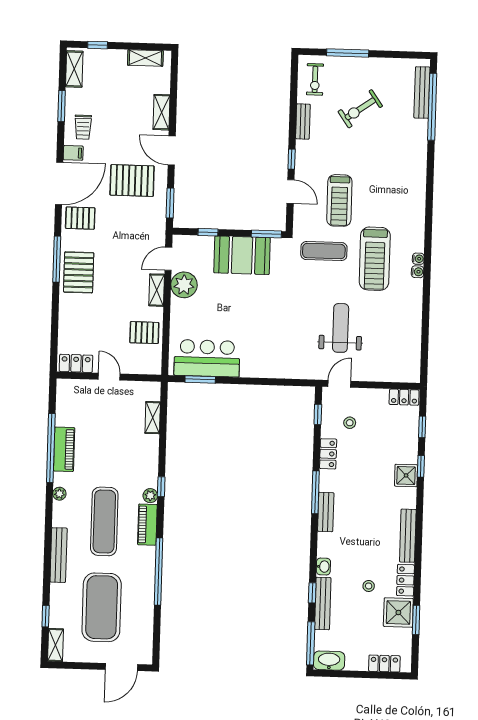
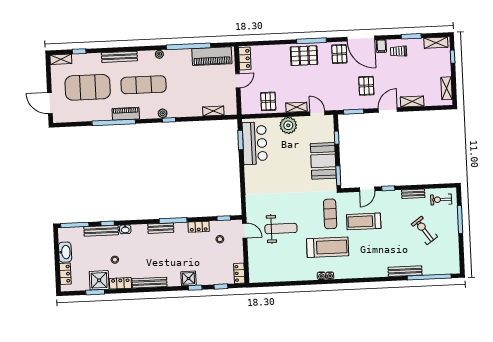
bench: (422, 92) -> (405, 271), moved
pallet: (132, 181) -> (366, 86), width x0.67, depth x0.71
treadmill: (375, 259) -> (328, 247), turned 180
plant: (184, 285) -> (288, 125), moved
piano: (64, 449) -> (212, 56), moved, width x1.37, depth x1.33
piano: (147, 525) -> (126, 114), moved
washbasin: (329, 661) -> (65, 252), moved

